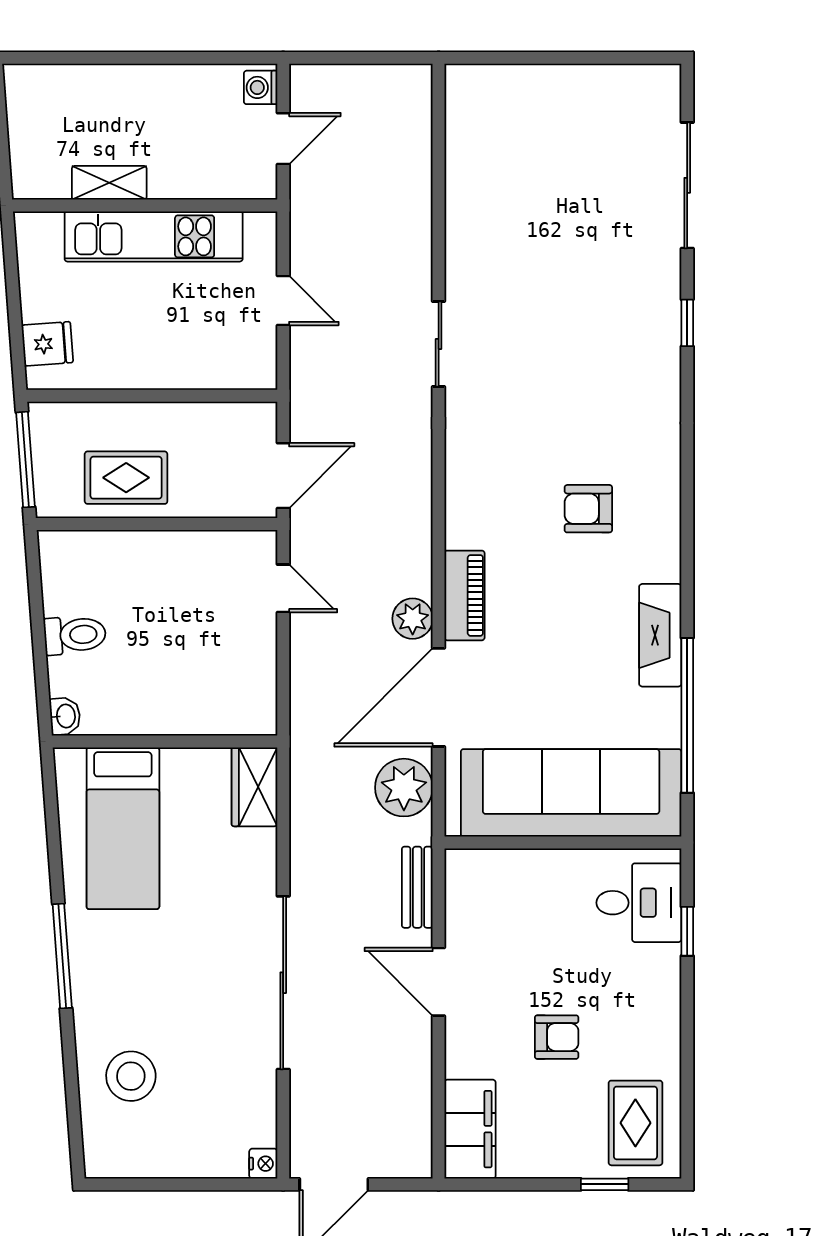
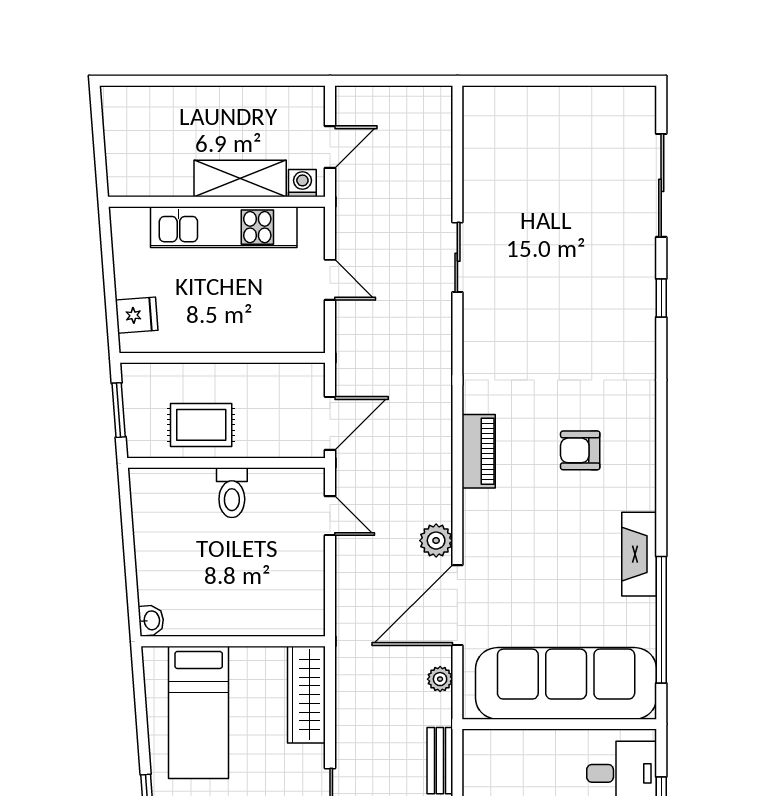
washing machine: (261, 87) -> (302, 183), moved, turned 90
shelving: (109, 183) -> (240, 179), moved, width x1.50, depth x1.33
sliding door: (439, 344) -> (457, 257), moved
window: (25, 460) -> (119, 410), width x0.69
piano: (464, 595) -> (479, 451), moved
toilet: (75, 635) -> (232, 493), moved, turned 94
wardrobe: (254, 787) -> (306, 695), width x1.50
plant: (404, 788) -> (440, 679), width x0.53, depth x0.53

